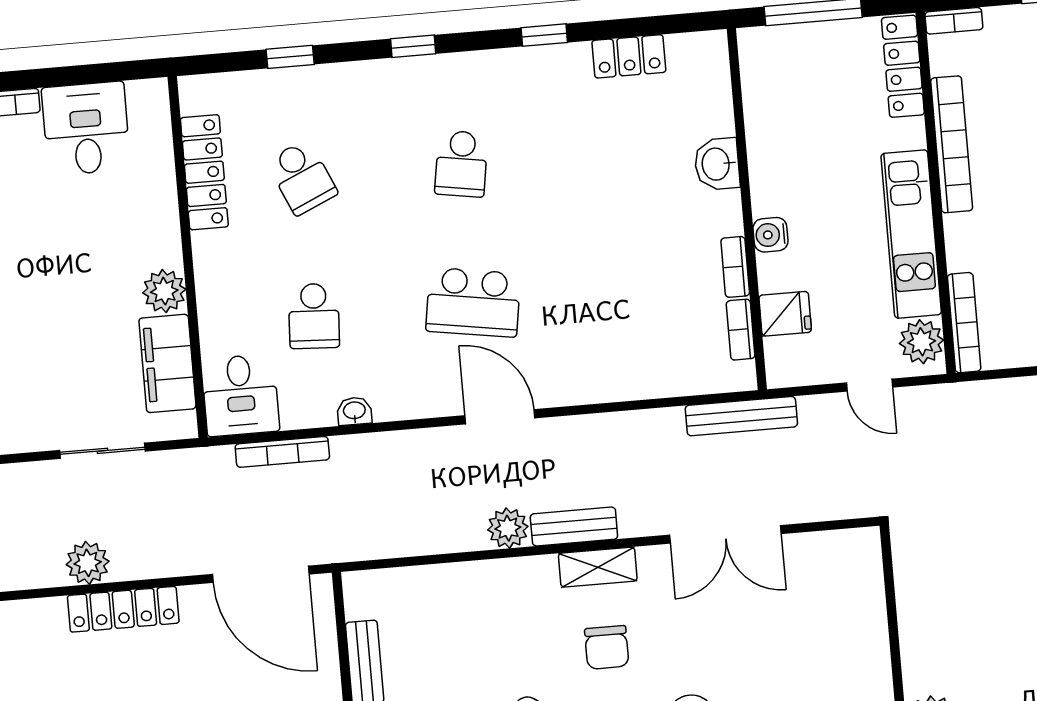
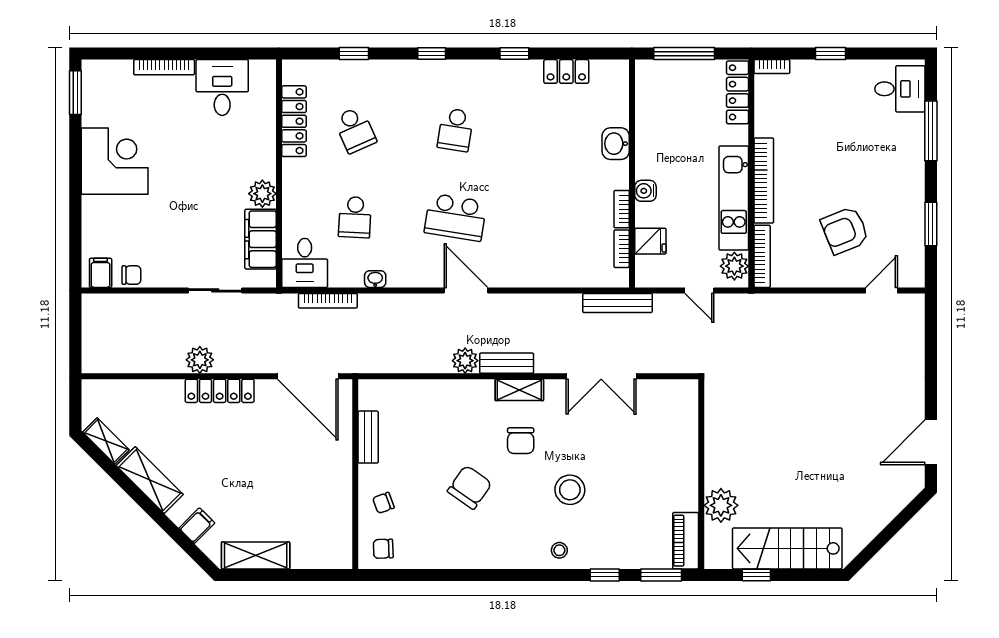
bookcase: (952, 144) -> (764, 181), moved

